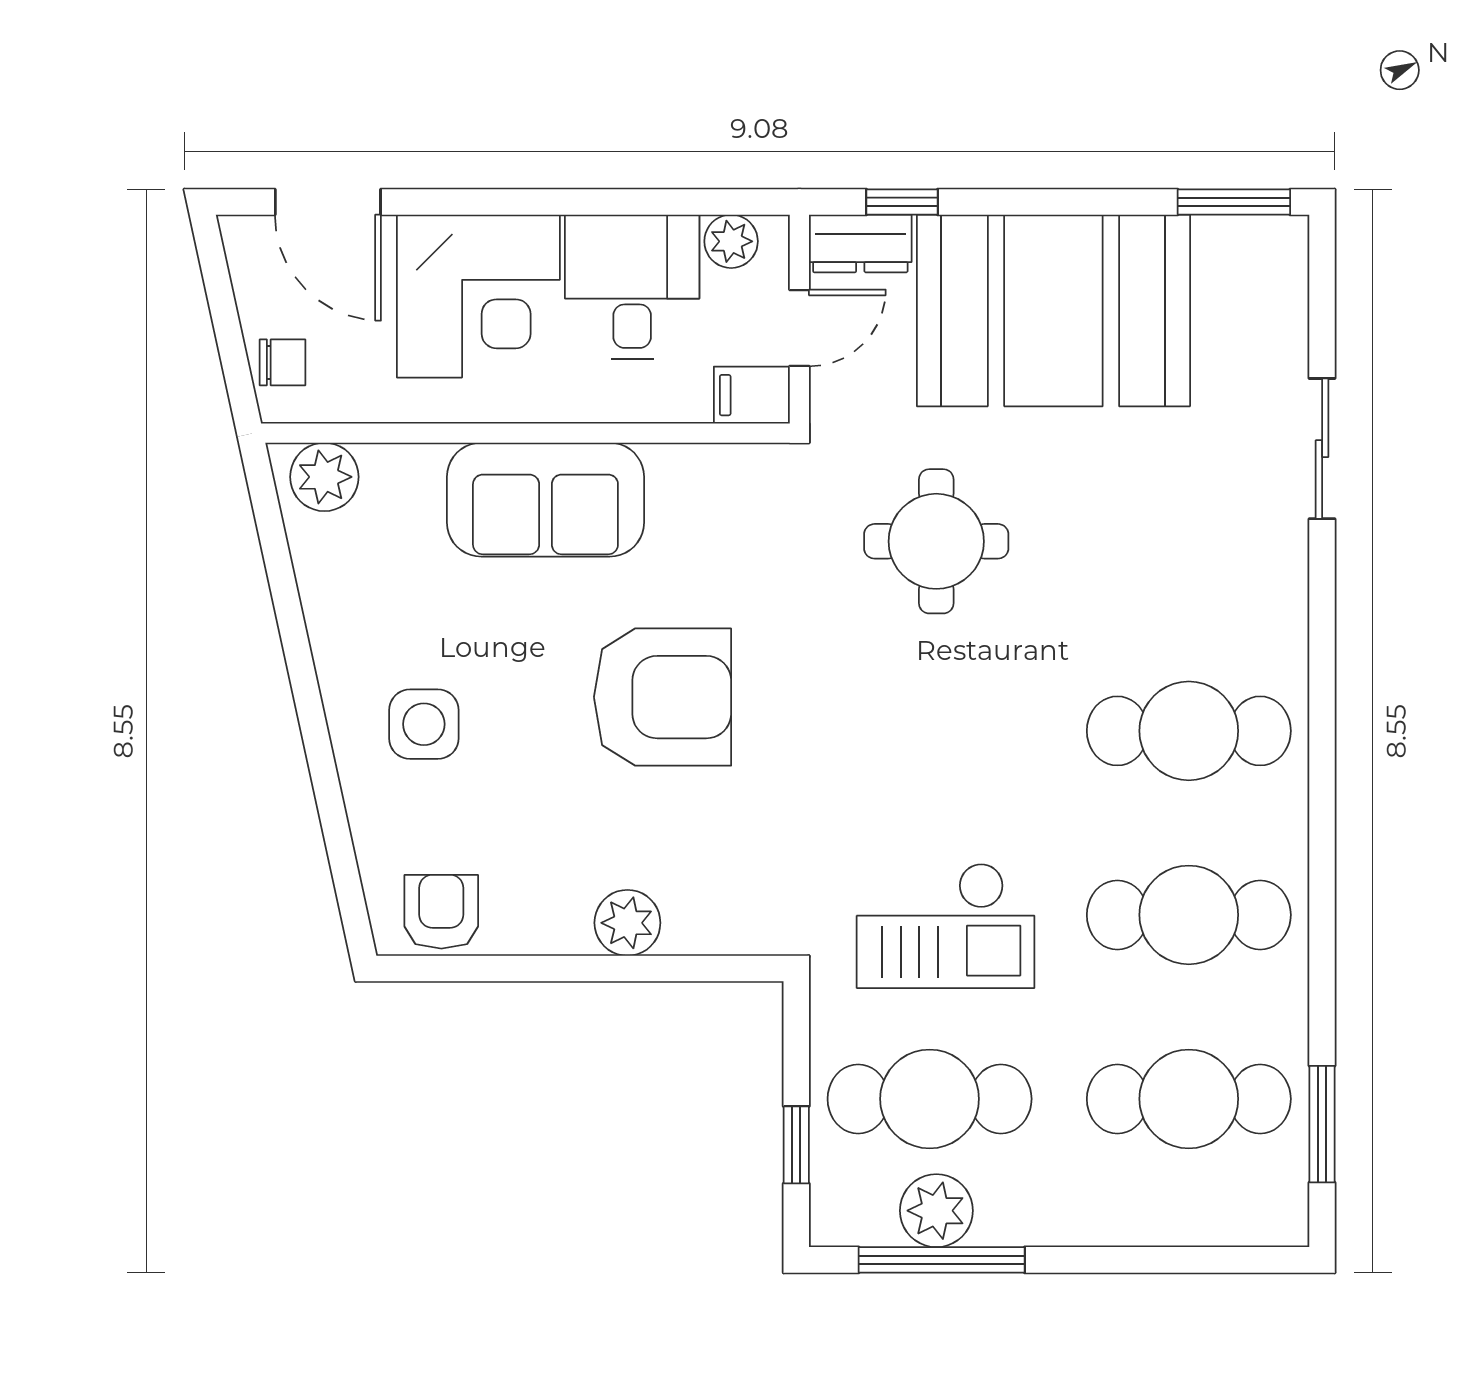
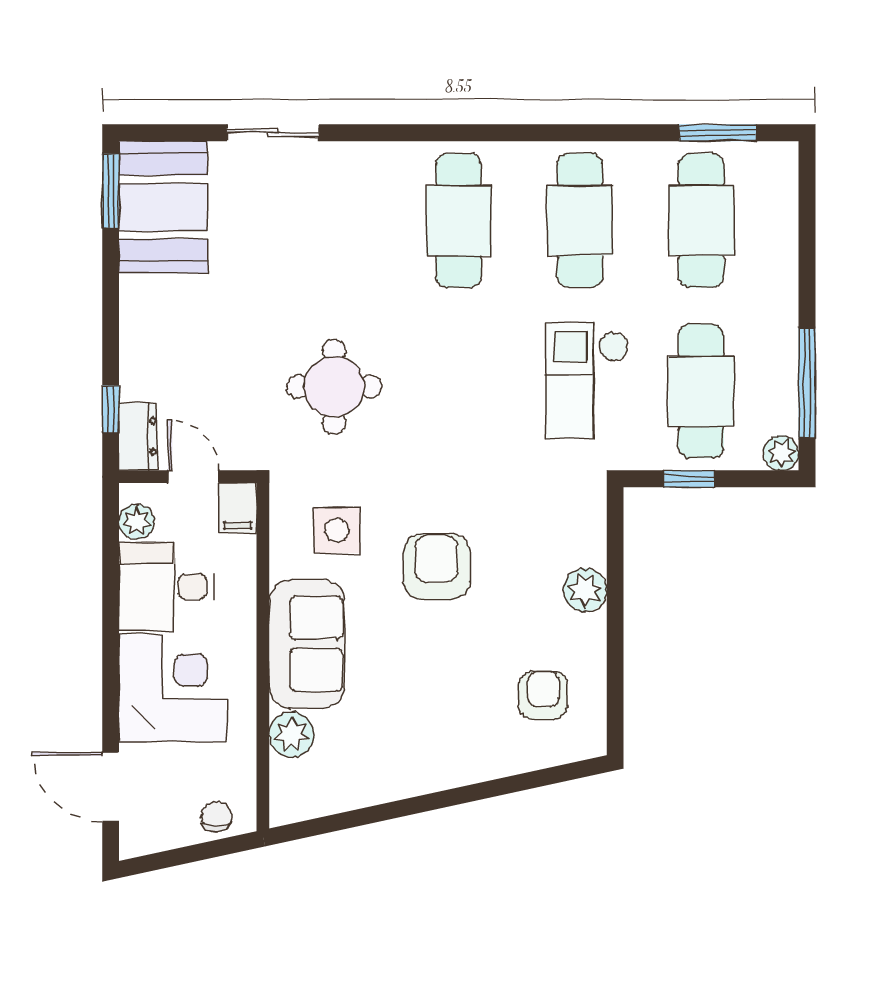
door: (328, 202) -> (111, 787), swing flipped
booth: (1053, 310) -> (163, 207), moved, width x0.73, depth x0.70
plant: (324, 477) -> (292, 735), moved
armchair: (663, 697) -> (437, 567), width x0.73, depth x0.73
side table: (424, 724) -> (337, 530), moved
armchair: (441, 912) -> (543, 695), moved, turned 90
checkout: (946, 926) -> (587, 380), turned 180
window: (796, 1145) -> (689, 479), moved
plant: (936, 1211) -> (781, 453), moved, width x0.73, depth x0.73

